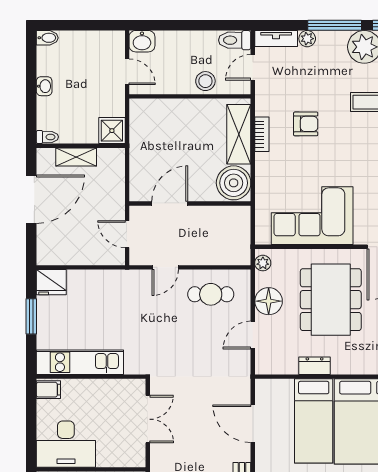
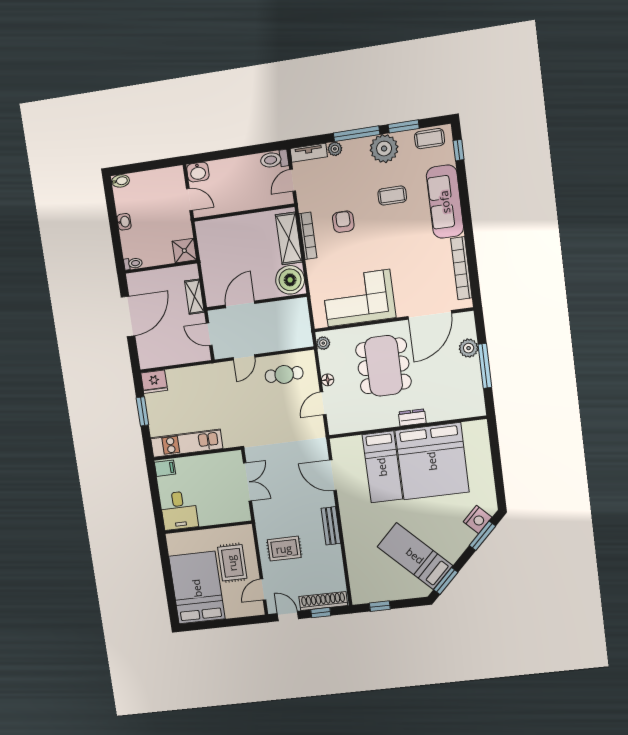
stool: (205, 81) -> (255, 198), removed
armchair: (306, 124) -> (343, 222), turned -90
bookcase: (262, 134) -> (308, 236), width x1.56
shelving: (76, 157) -> (194, 297), moved, turned 90
floor lamp: (269, 301) -> (328, 380), width x0.53, depth x0.53
dresser: (315, 366) -> (412, 417), moved
desk: (66, 444) -> (179, 510), width x0.73

